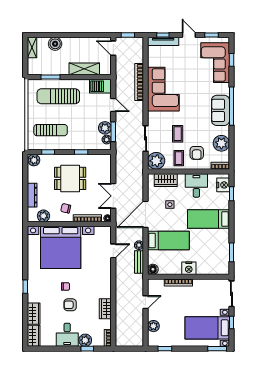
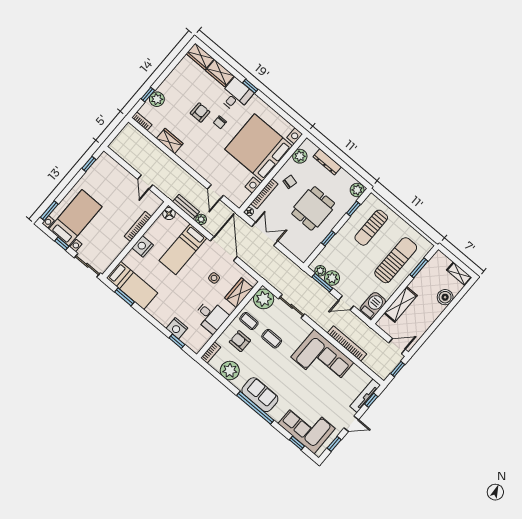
nightstand: (223, 185) -> (177, 328), moved
bed: (208, 219) -> (132, 285), moved, turned 90
plant: (153, 326) -> (118, 171), removed
desk: (67, 335) -> (236, 95), moved, turned 90

